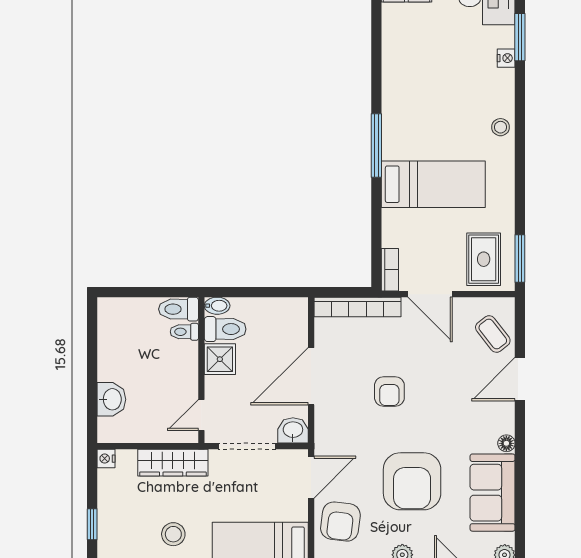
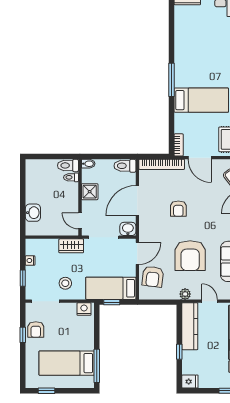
toilet: (225, 329) -> (125, 166), moved, turned 180
door: (201, 415) -> (80, 221), hinge flipped
nightstand: (106, 459) -> (30, 261), moved
wardrobe: (173, 463) -> (71, 246), width x0.67

